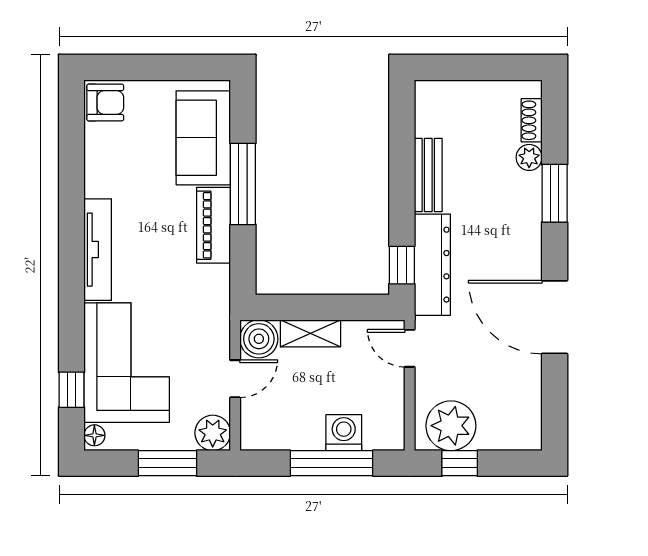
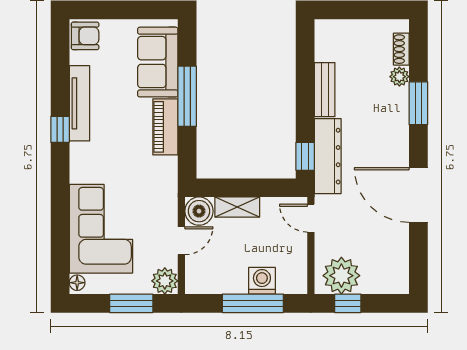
tv unit: (98, 250) -> (80, 103), moved
window: (72, 390) -> (60, 129), moved

